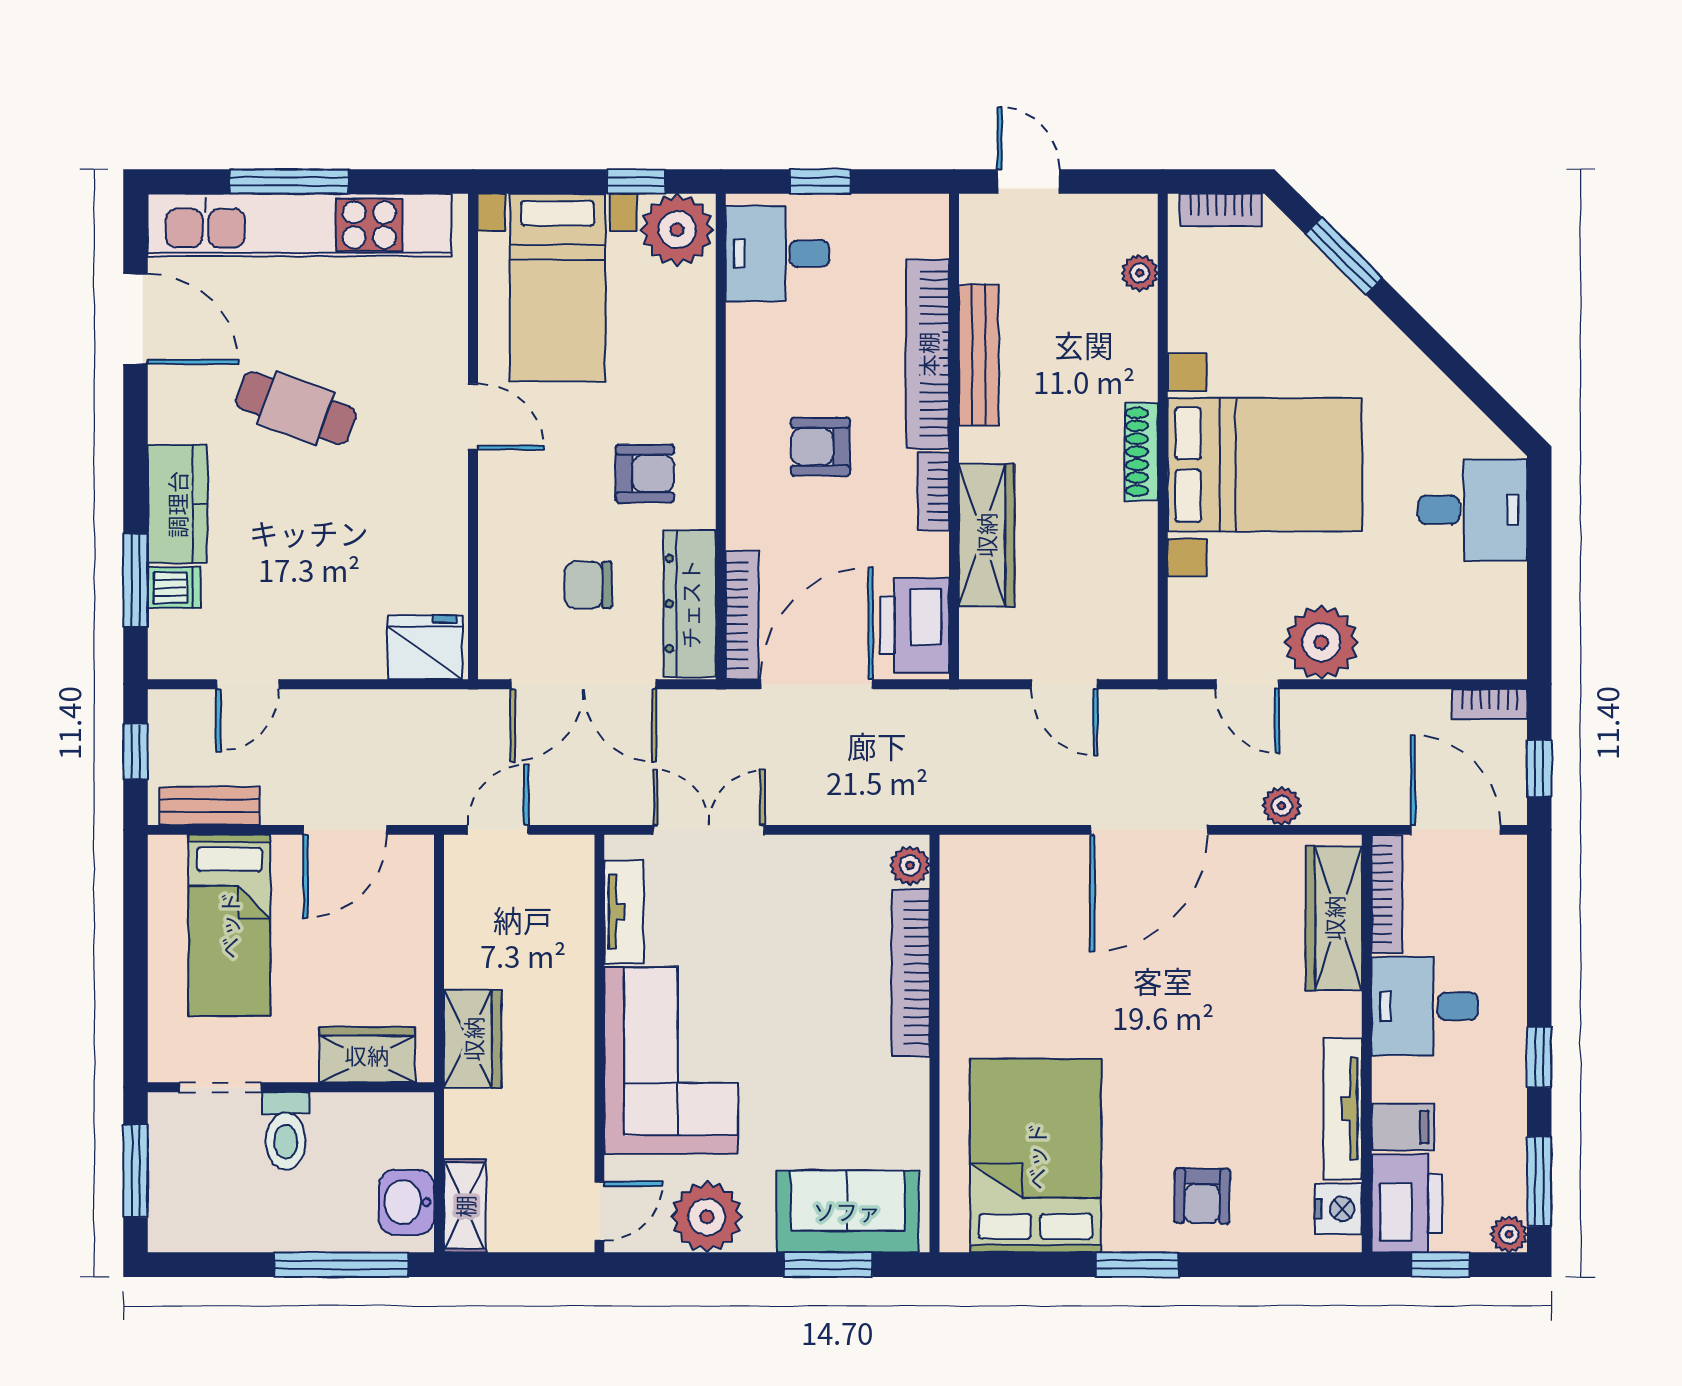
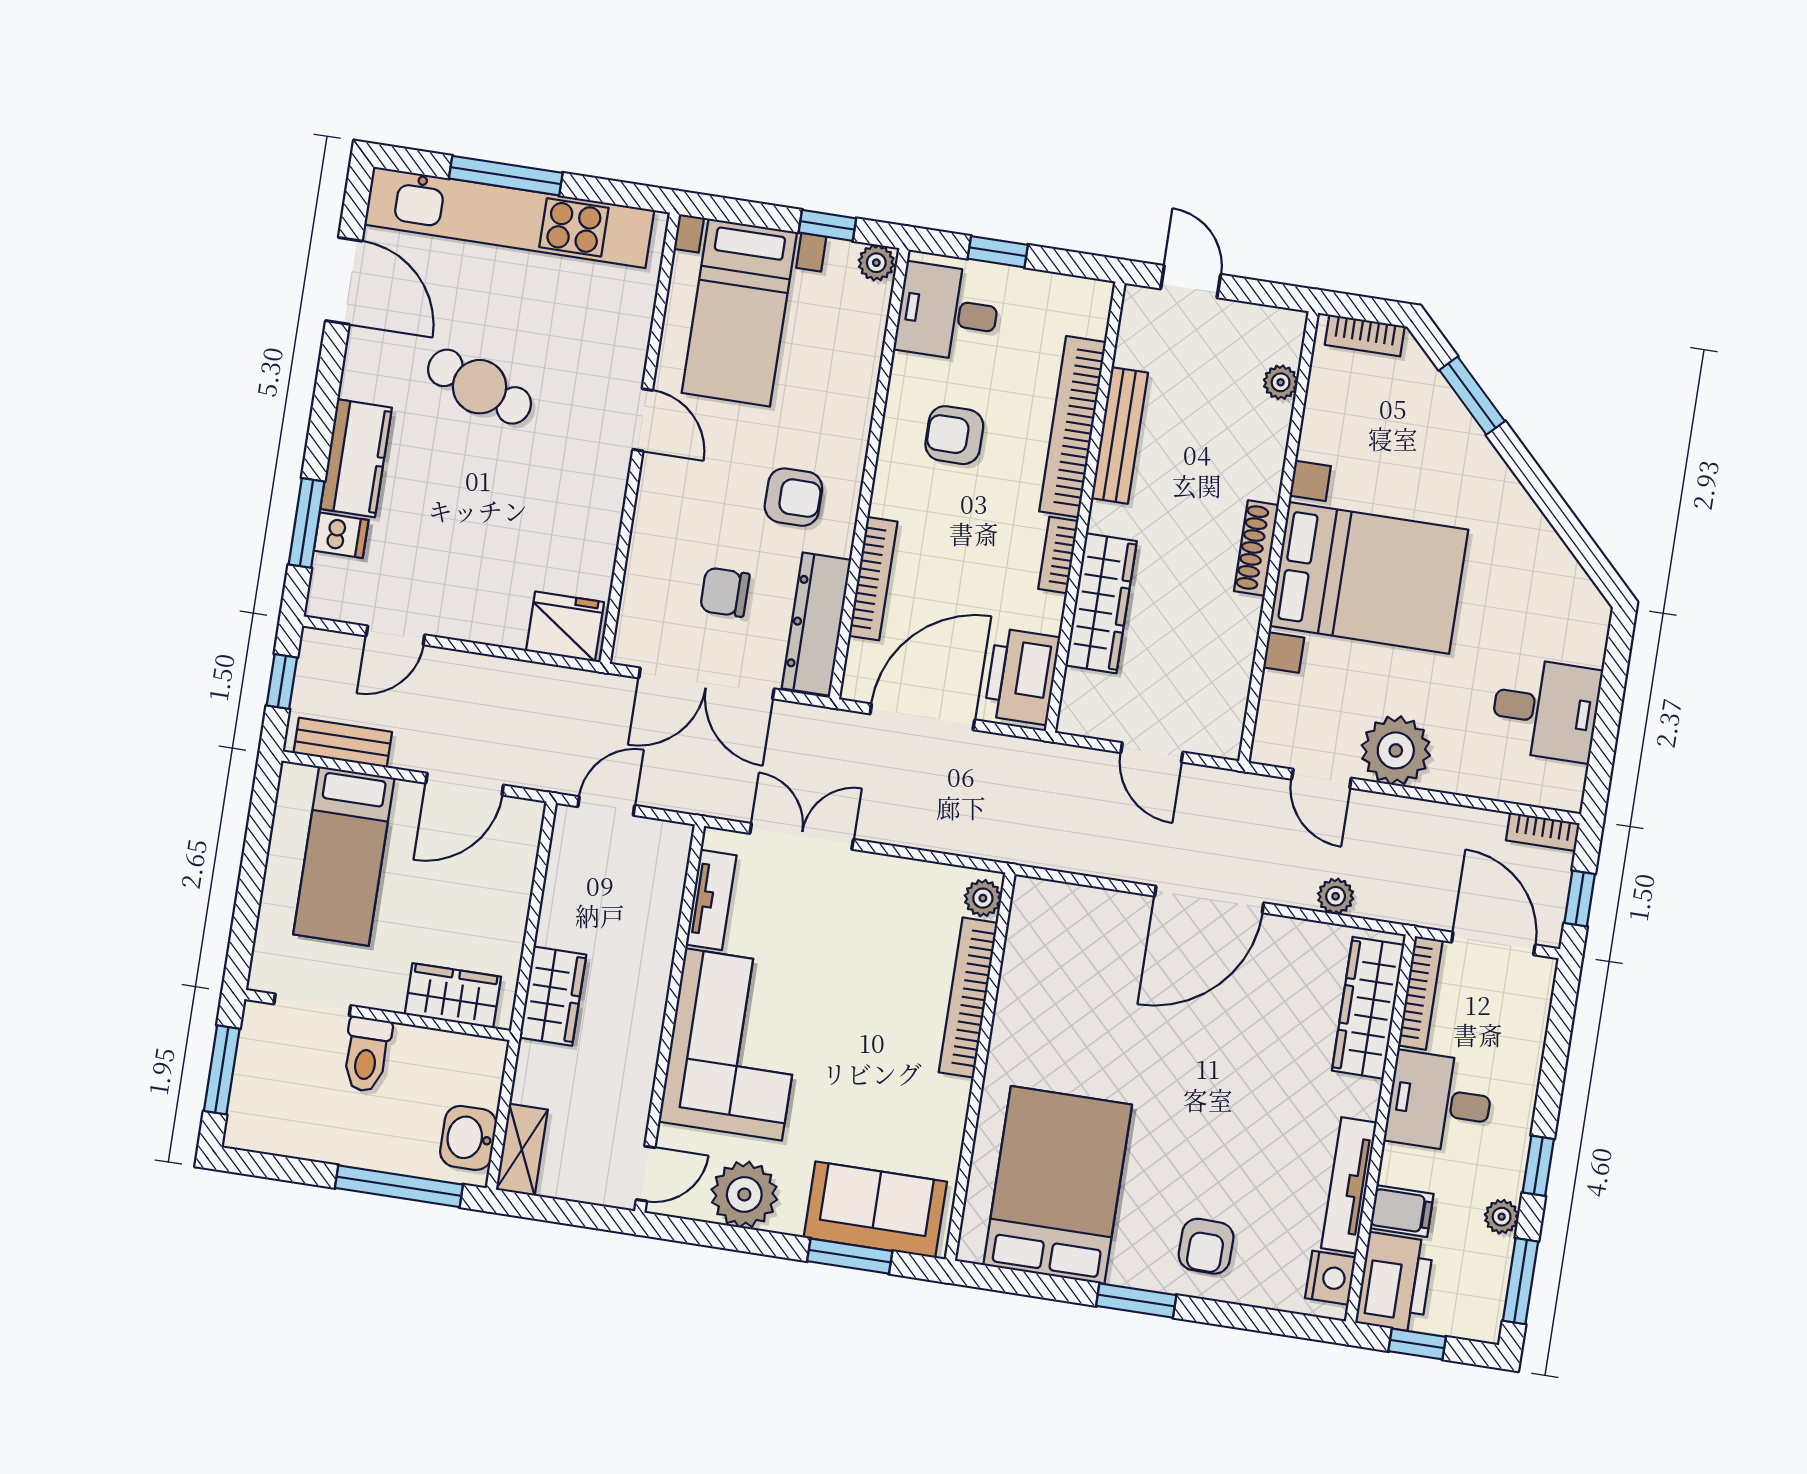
plant: (677, 230) -> (876, 263), width x0.53, depth x0.53
armchair: (820, 447) -> (954, 435), moved
desk: (1473, 510) -> (1546, 710), moved
bookcase: (742, 615) -> (873, 579), moved
plant: (1509, 1234) -> (1502, 1217), moved

